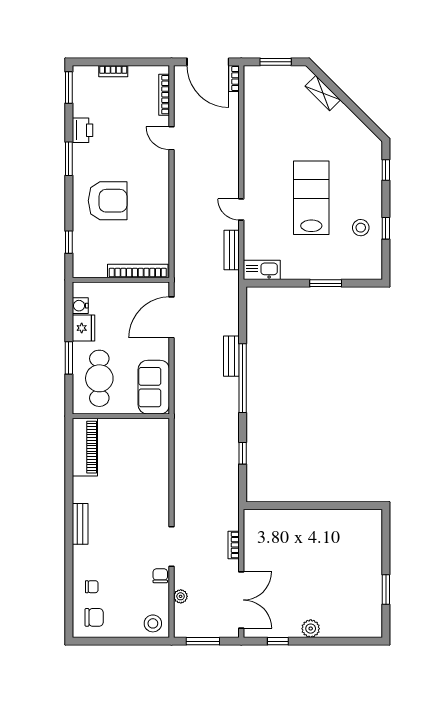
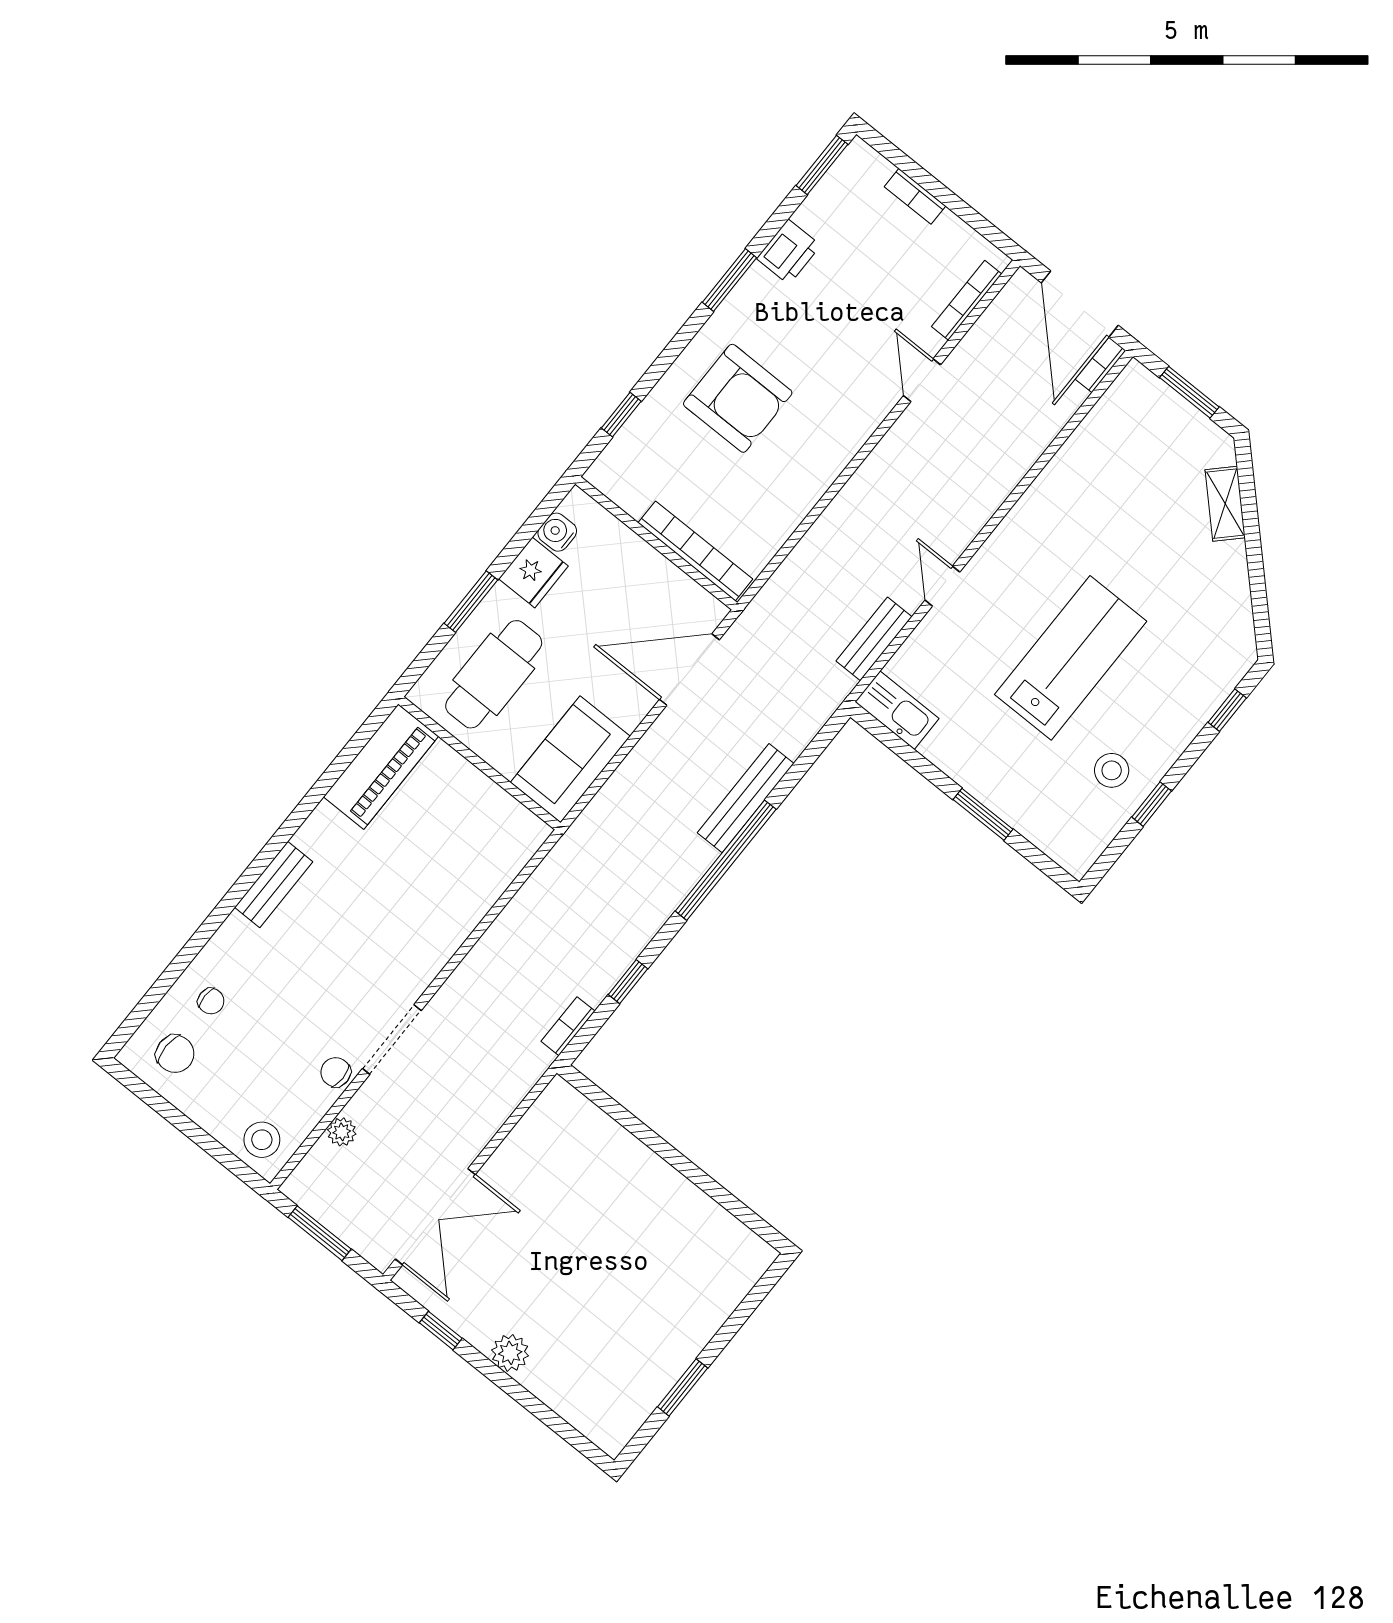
bench: (231, 356) -> (746, 798), width x1.36
bookcase: (234, 545) -> (568, 1026), moved
chair: (160, 576) -> (336, 1072), turned -90

